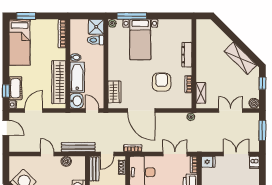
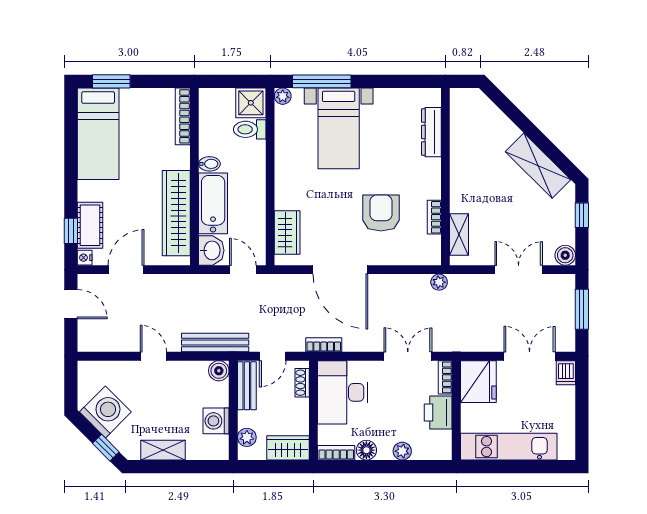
dresser: (187, 55) -> (431, 132), moved
boiler: (66, 161) -> (219, 371), moved
fridge: (208, 162) -> (478, 382), width x1.88, depth x1.34

